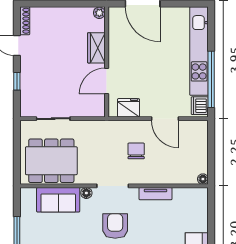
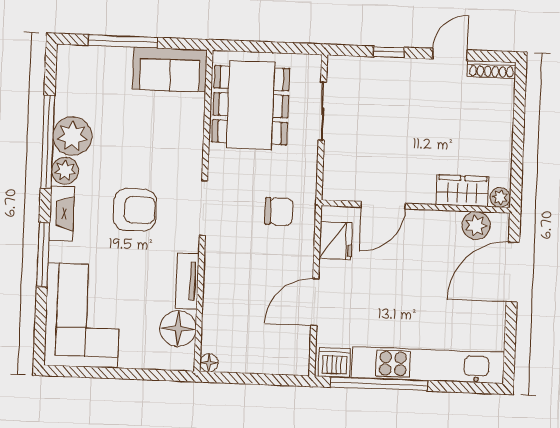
plant: (116, 26) -> (476, 226), added
wardrobe: (96, 48) -> (462, 191), moved
door: (107, 81) -> (383, 205), swing flipped
chair: (136, 151) -> (279, 211), moved
floor lamp: (86, 193) -> (178, 329), moved, width x1.89, depth x1.89
sofa: (58, 200) -> (170, 70), moved, turned -90

